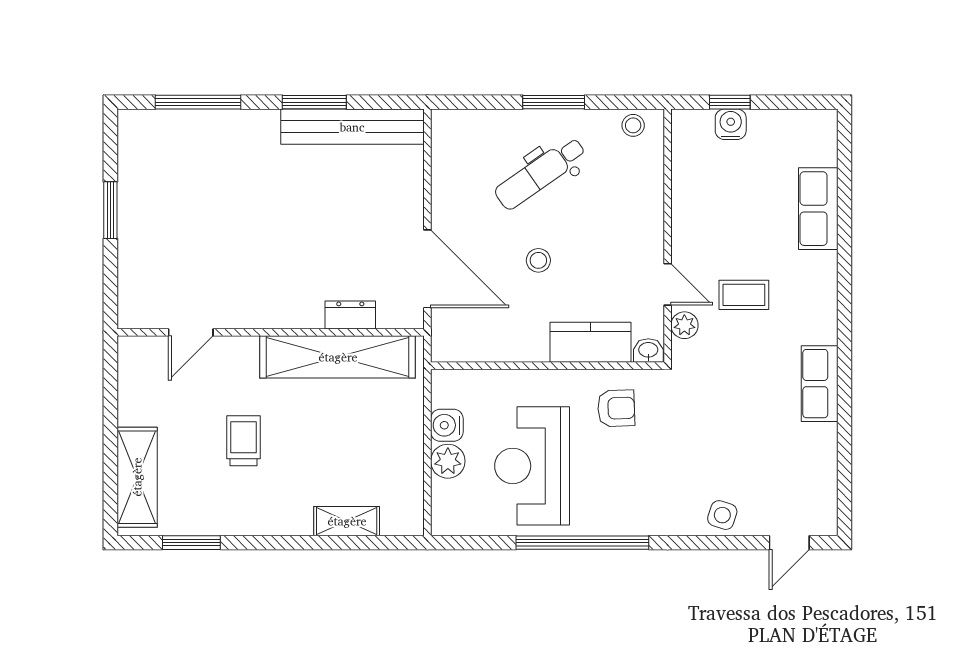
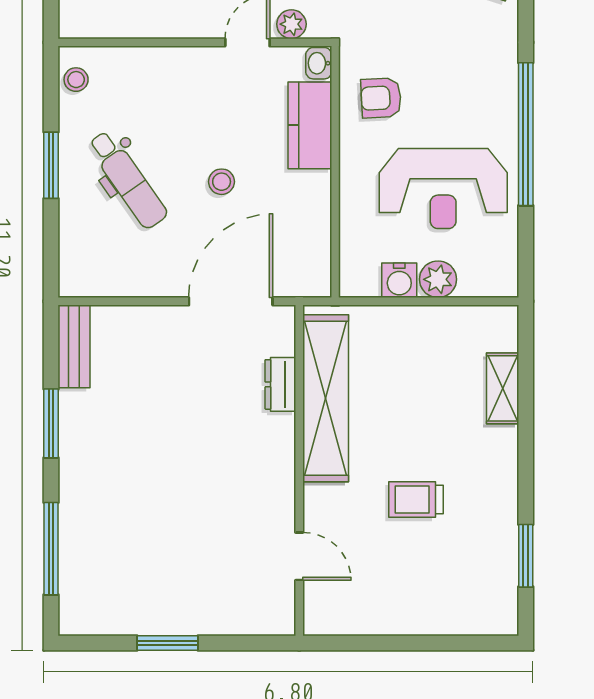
bench: (352, 127) -> (74, 346), width x0.54, depth x0.82
armchair: (616, 408) -> (381, 98), turned -91
shelving: (137, 477) -> (455, 614), removed

